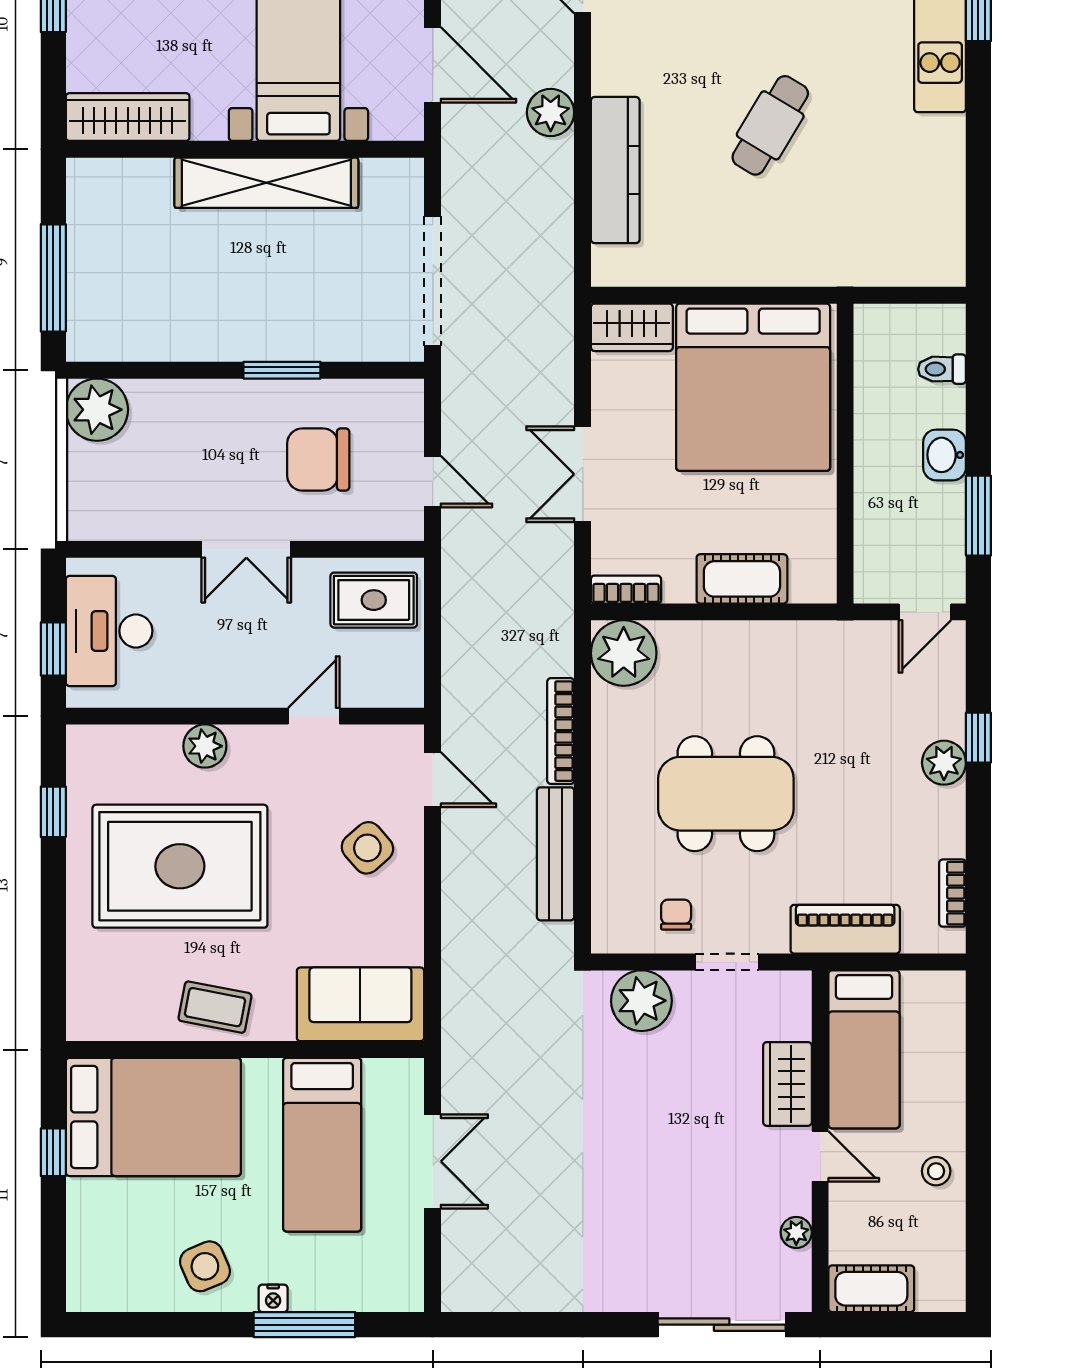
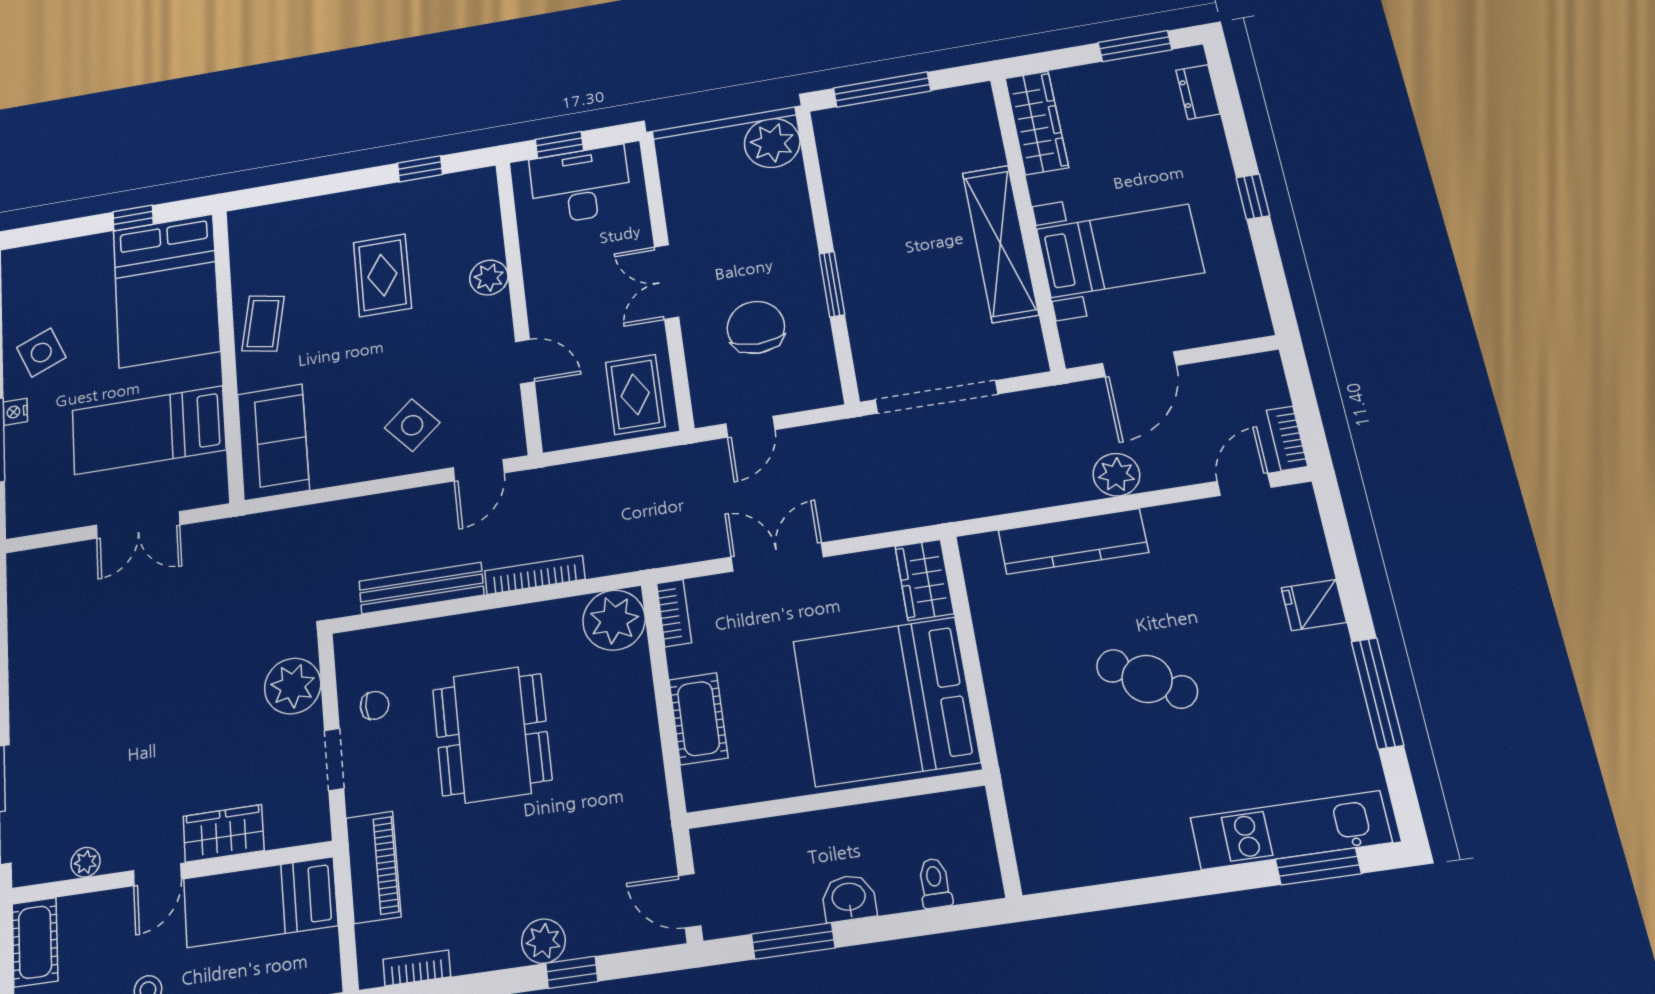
rug: (180, 866) -> (382, 275), width x0.54, depth x0.49

